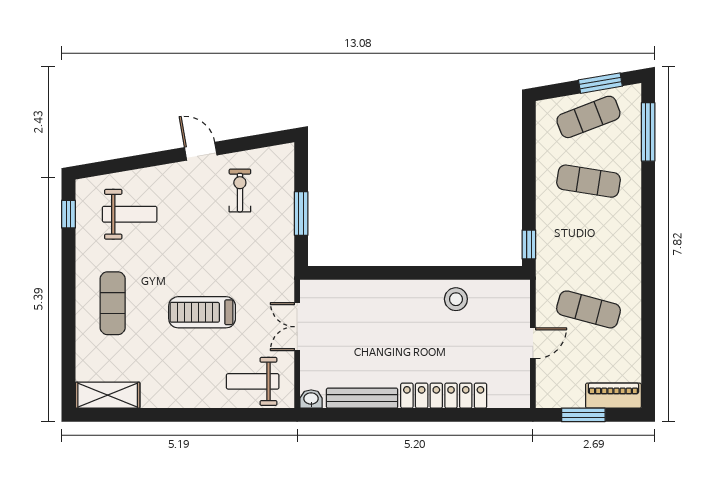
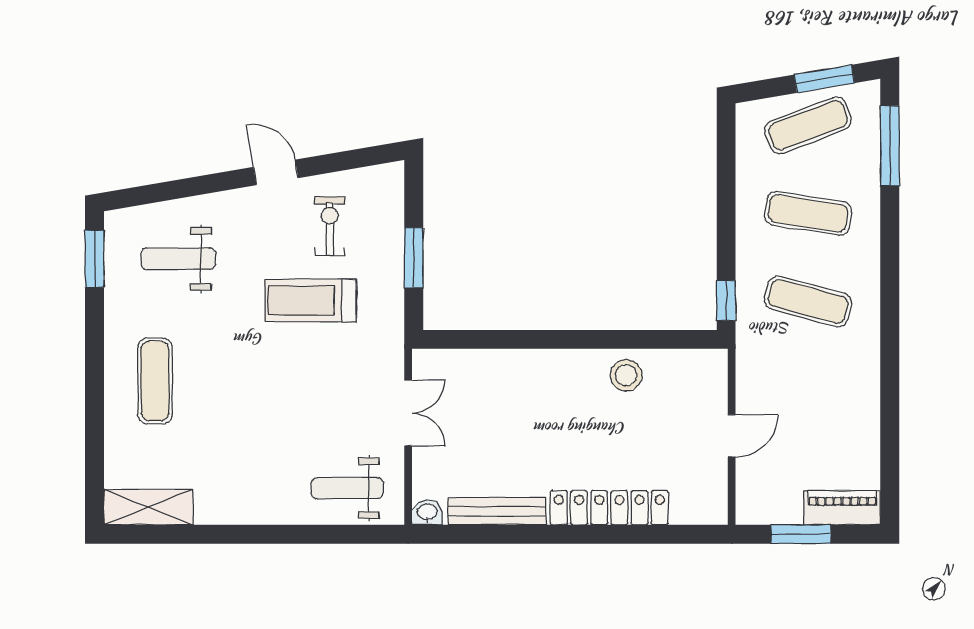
window: (69, 214) -> (94, 259), width x1.50
weight bench: (130, 214) -> (178, 259), turned 180
exercise mat: (588, 309) -> (808, 301), moved
treadmill: (202, 312) -> (310, 301), moved
double door: (297, 327) -> (408, 413), swing flipped

